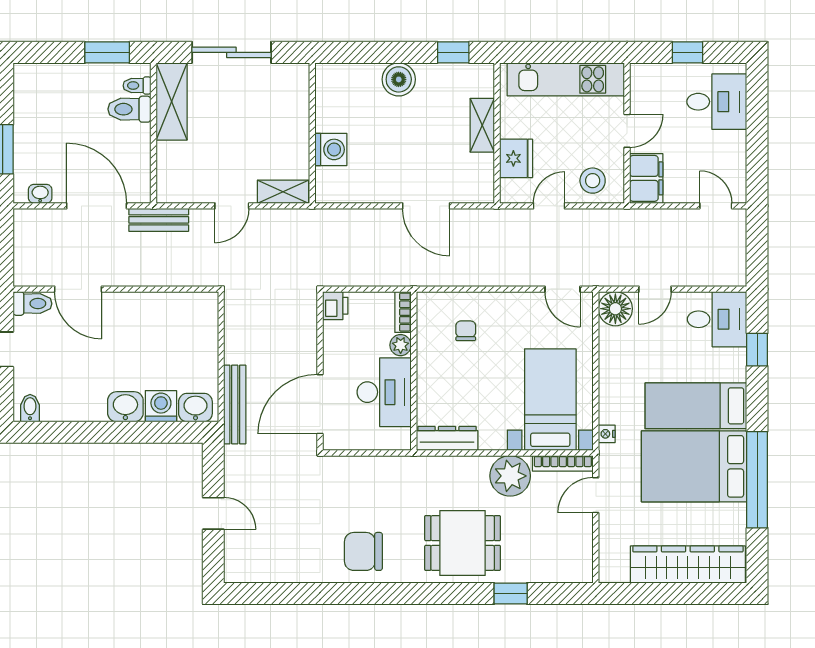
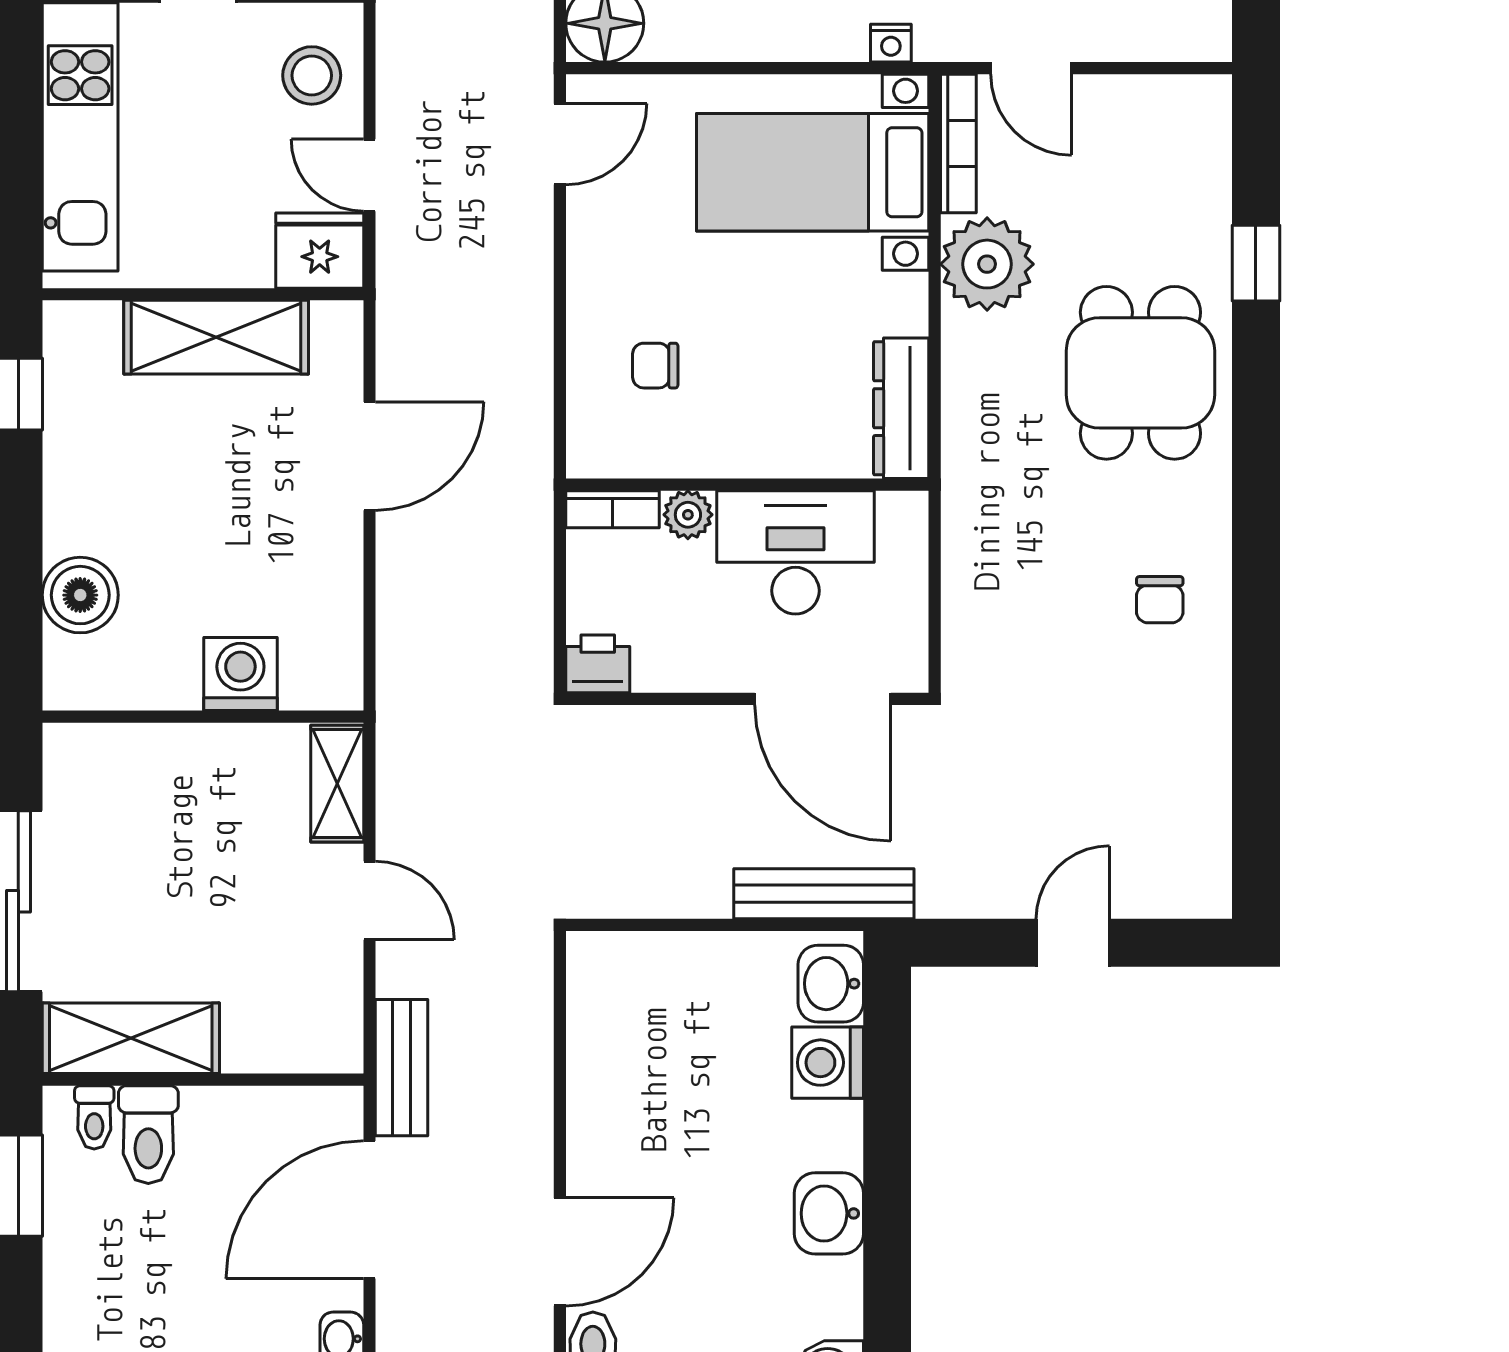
boiler: (399, 79) -> (80, 595), moved
shelving: (482, 125) -> (216, 337), width x1.50, depth x1.33
fridge: (516, 158) -> (320, 251), moved
washbasin: (125, 407) -> (829, 1213), moved
chair: (363, 551) -> (1160, 600), width x0.54, depth x0.54

